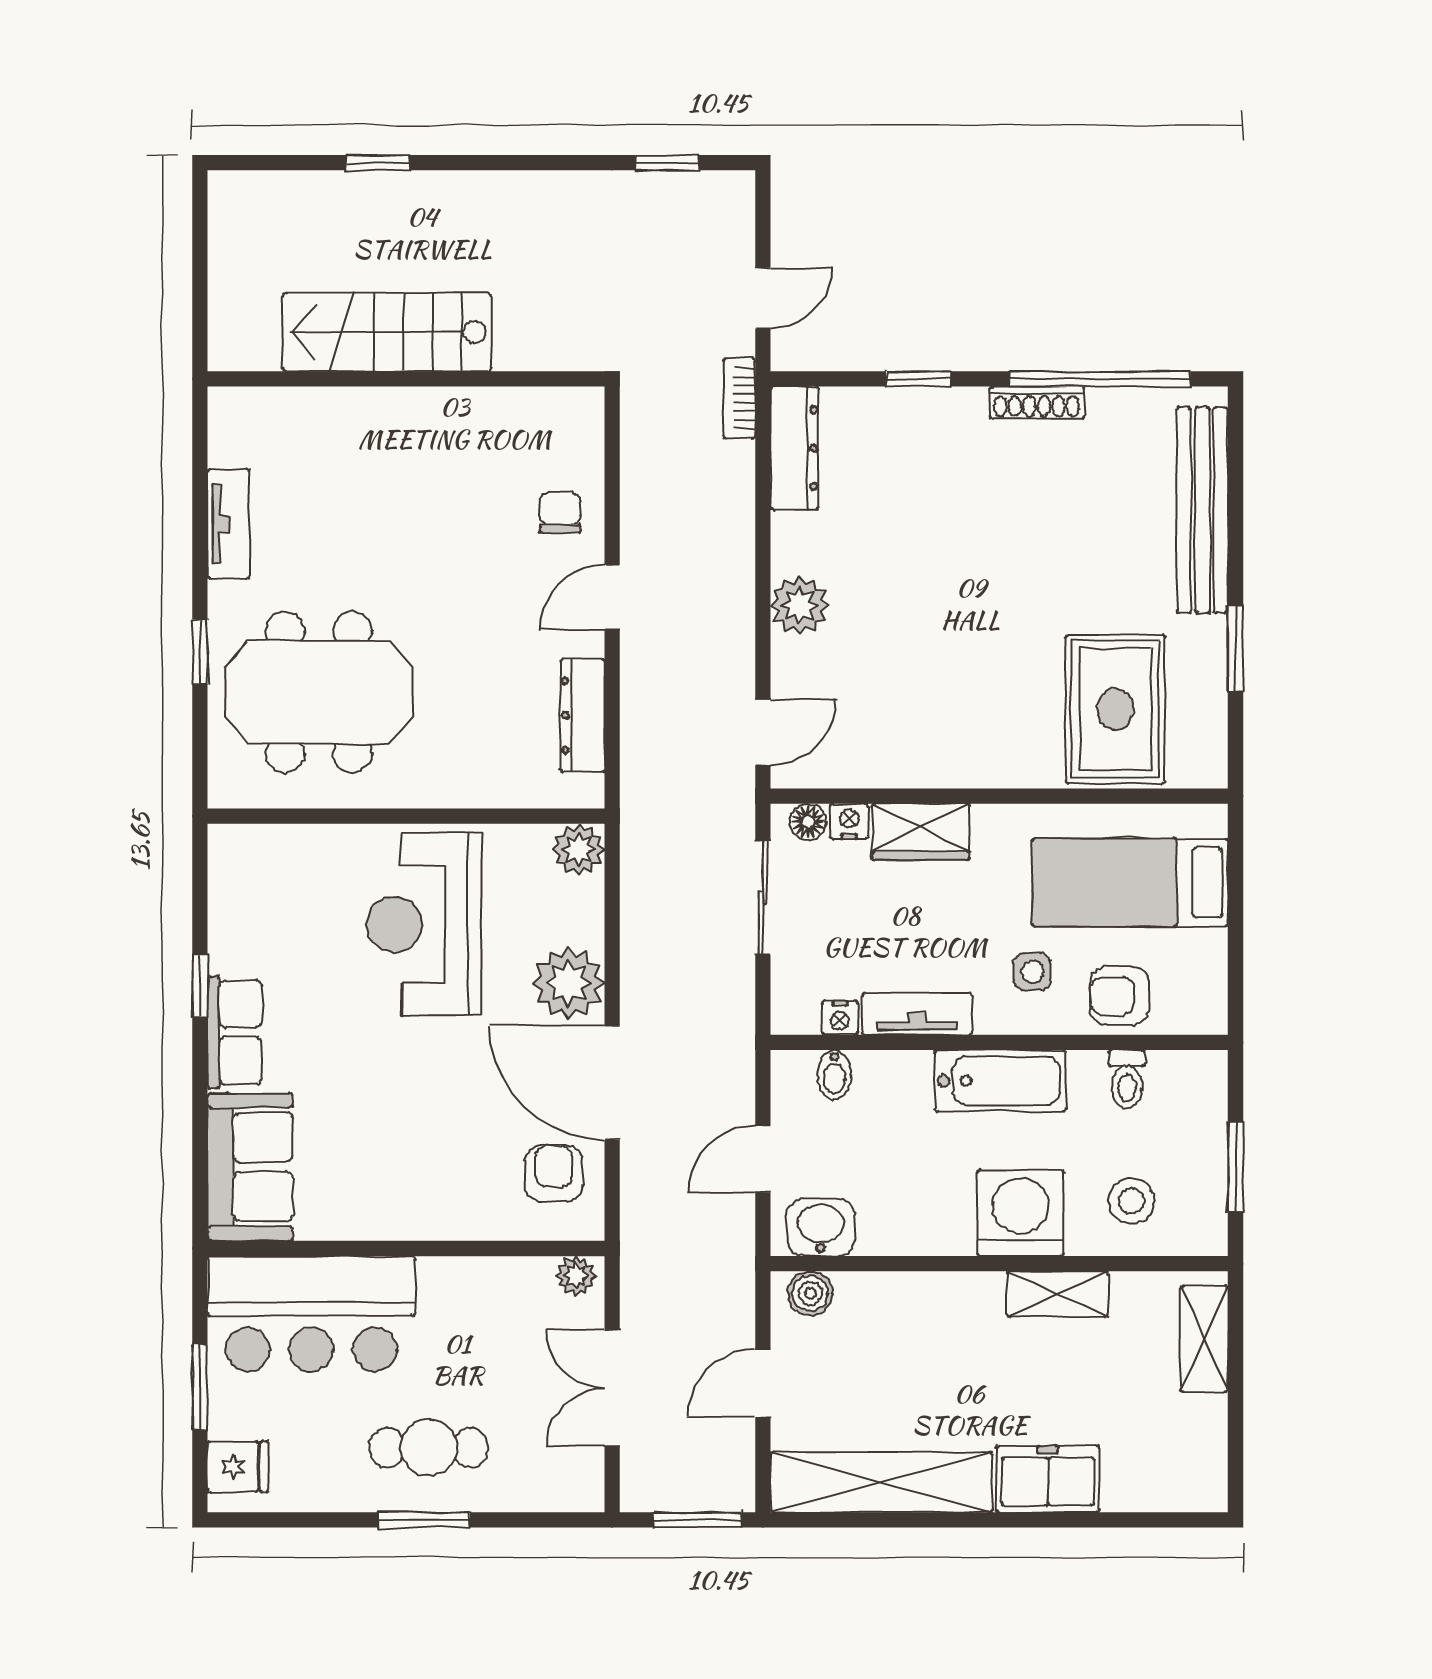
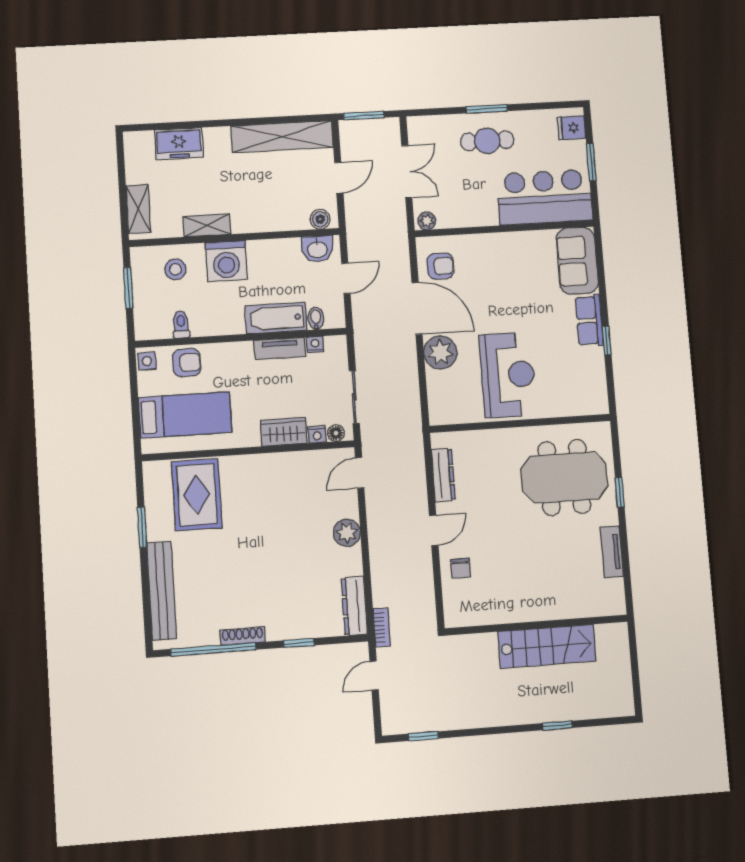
plant: (579, 850) -> (440, 413), removed
side table: (1032, 972) -> (147, 361), moved
bathtub: (1000, 1081) -> (276, 318), moved
armchair: (554, 1173) -> (440, 266), turned -90
freezer: (1048, 1479) -> (179, 144), moved

